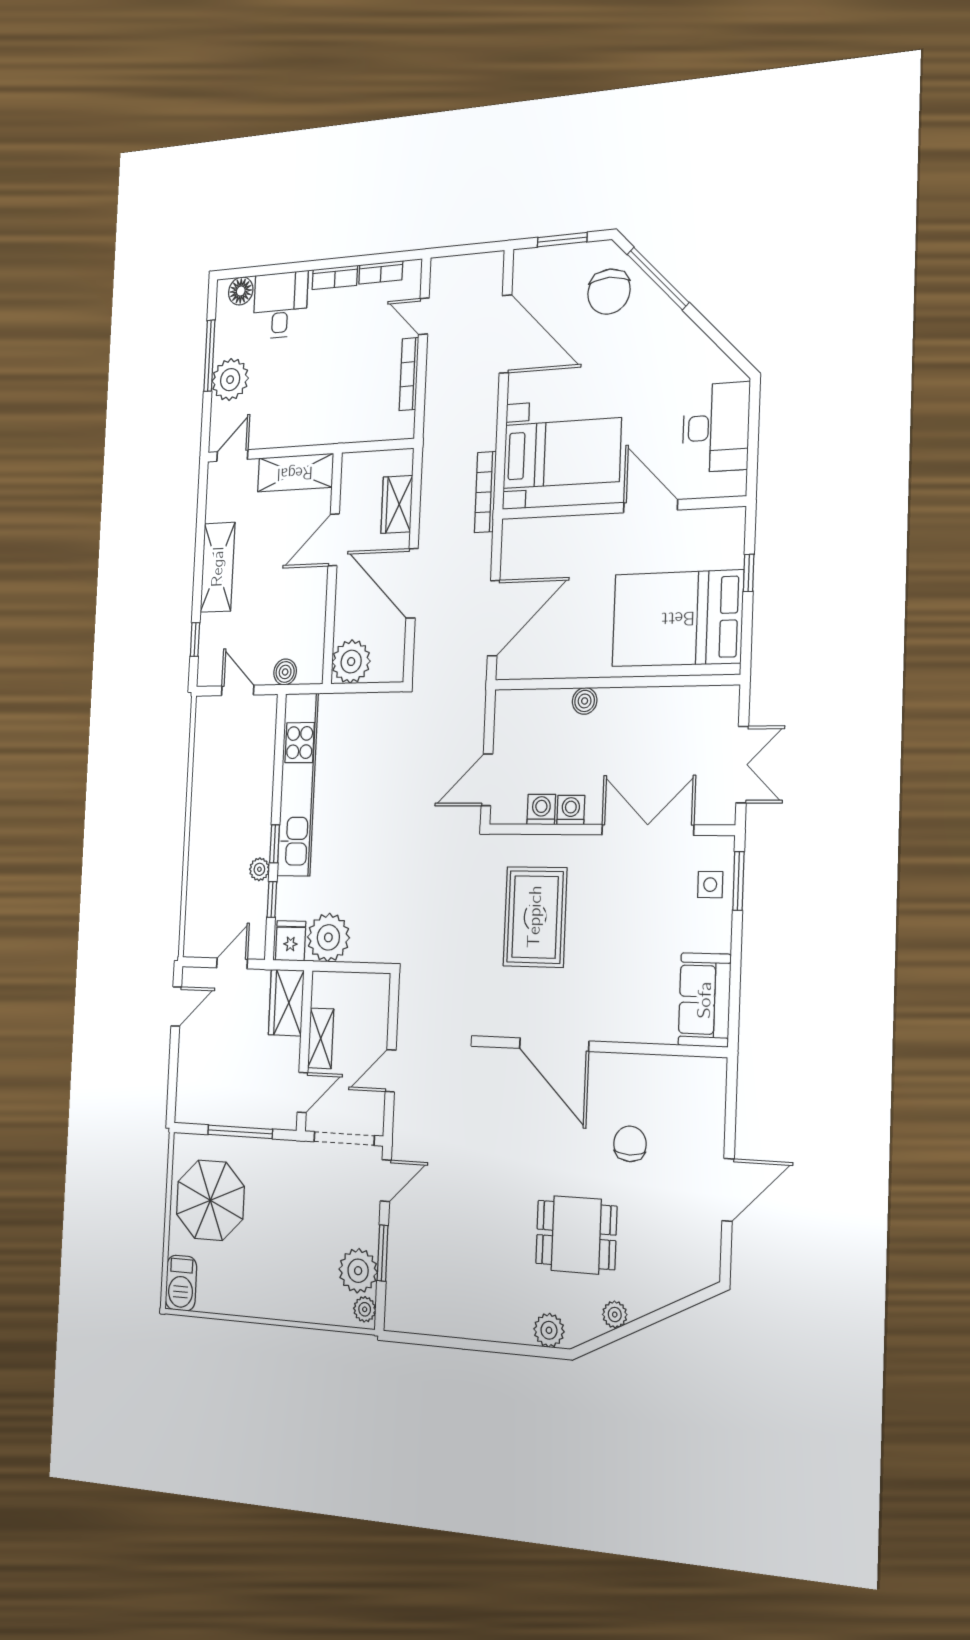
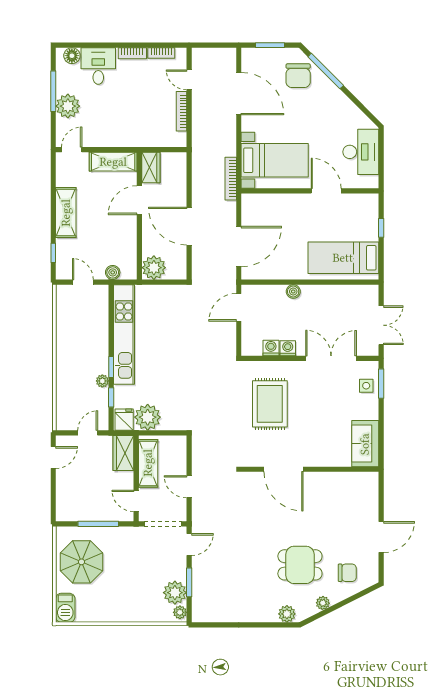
wardrobe: (397, 504) -> (151, 168), moved, turned 180
bed: (678, 618) -> (343, 258), width x0.67
door: (487, 780) -> (239, 307), moved
shelving: (321, 1038) -> (148, 463), width x1.50, depth x1.33
door: (391, 1071) -> (189, 487), hinge flipped
door: (303, 1092) -> (136, 501), swing flipped
chair: (630, 1144) -> (347, 573), moved, turned 90

